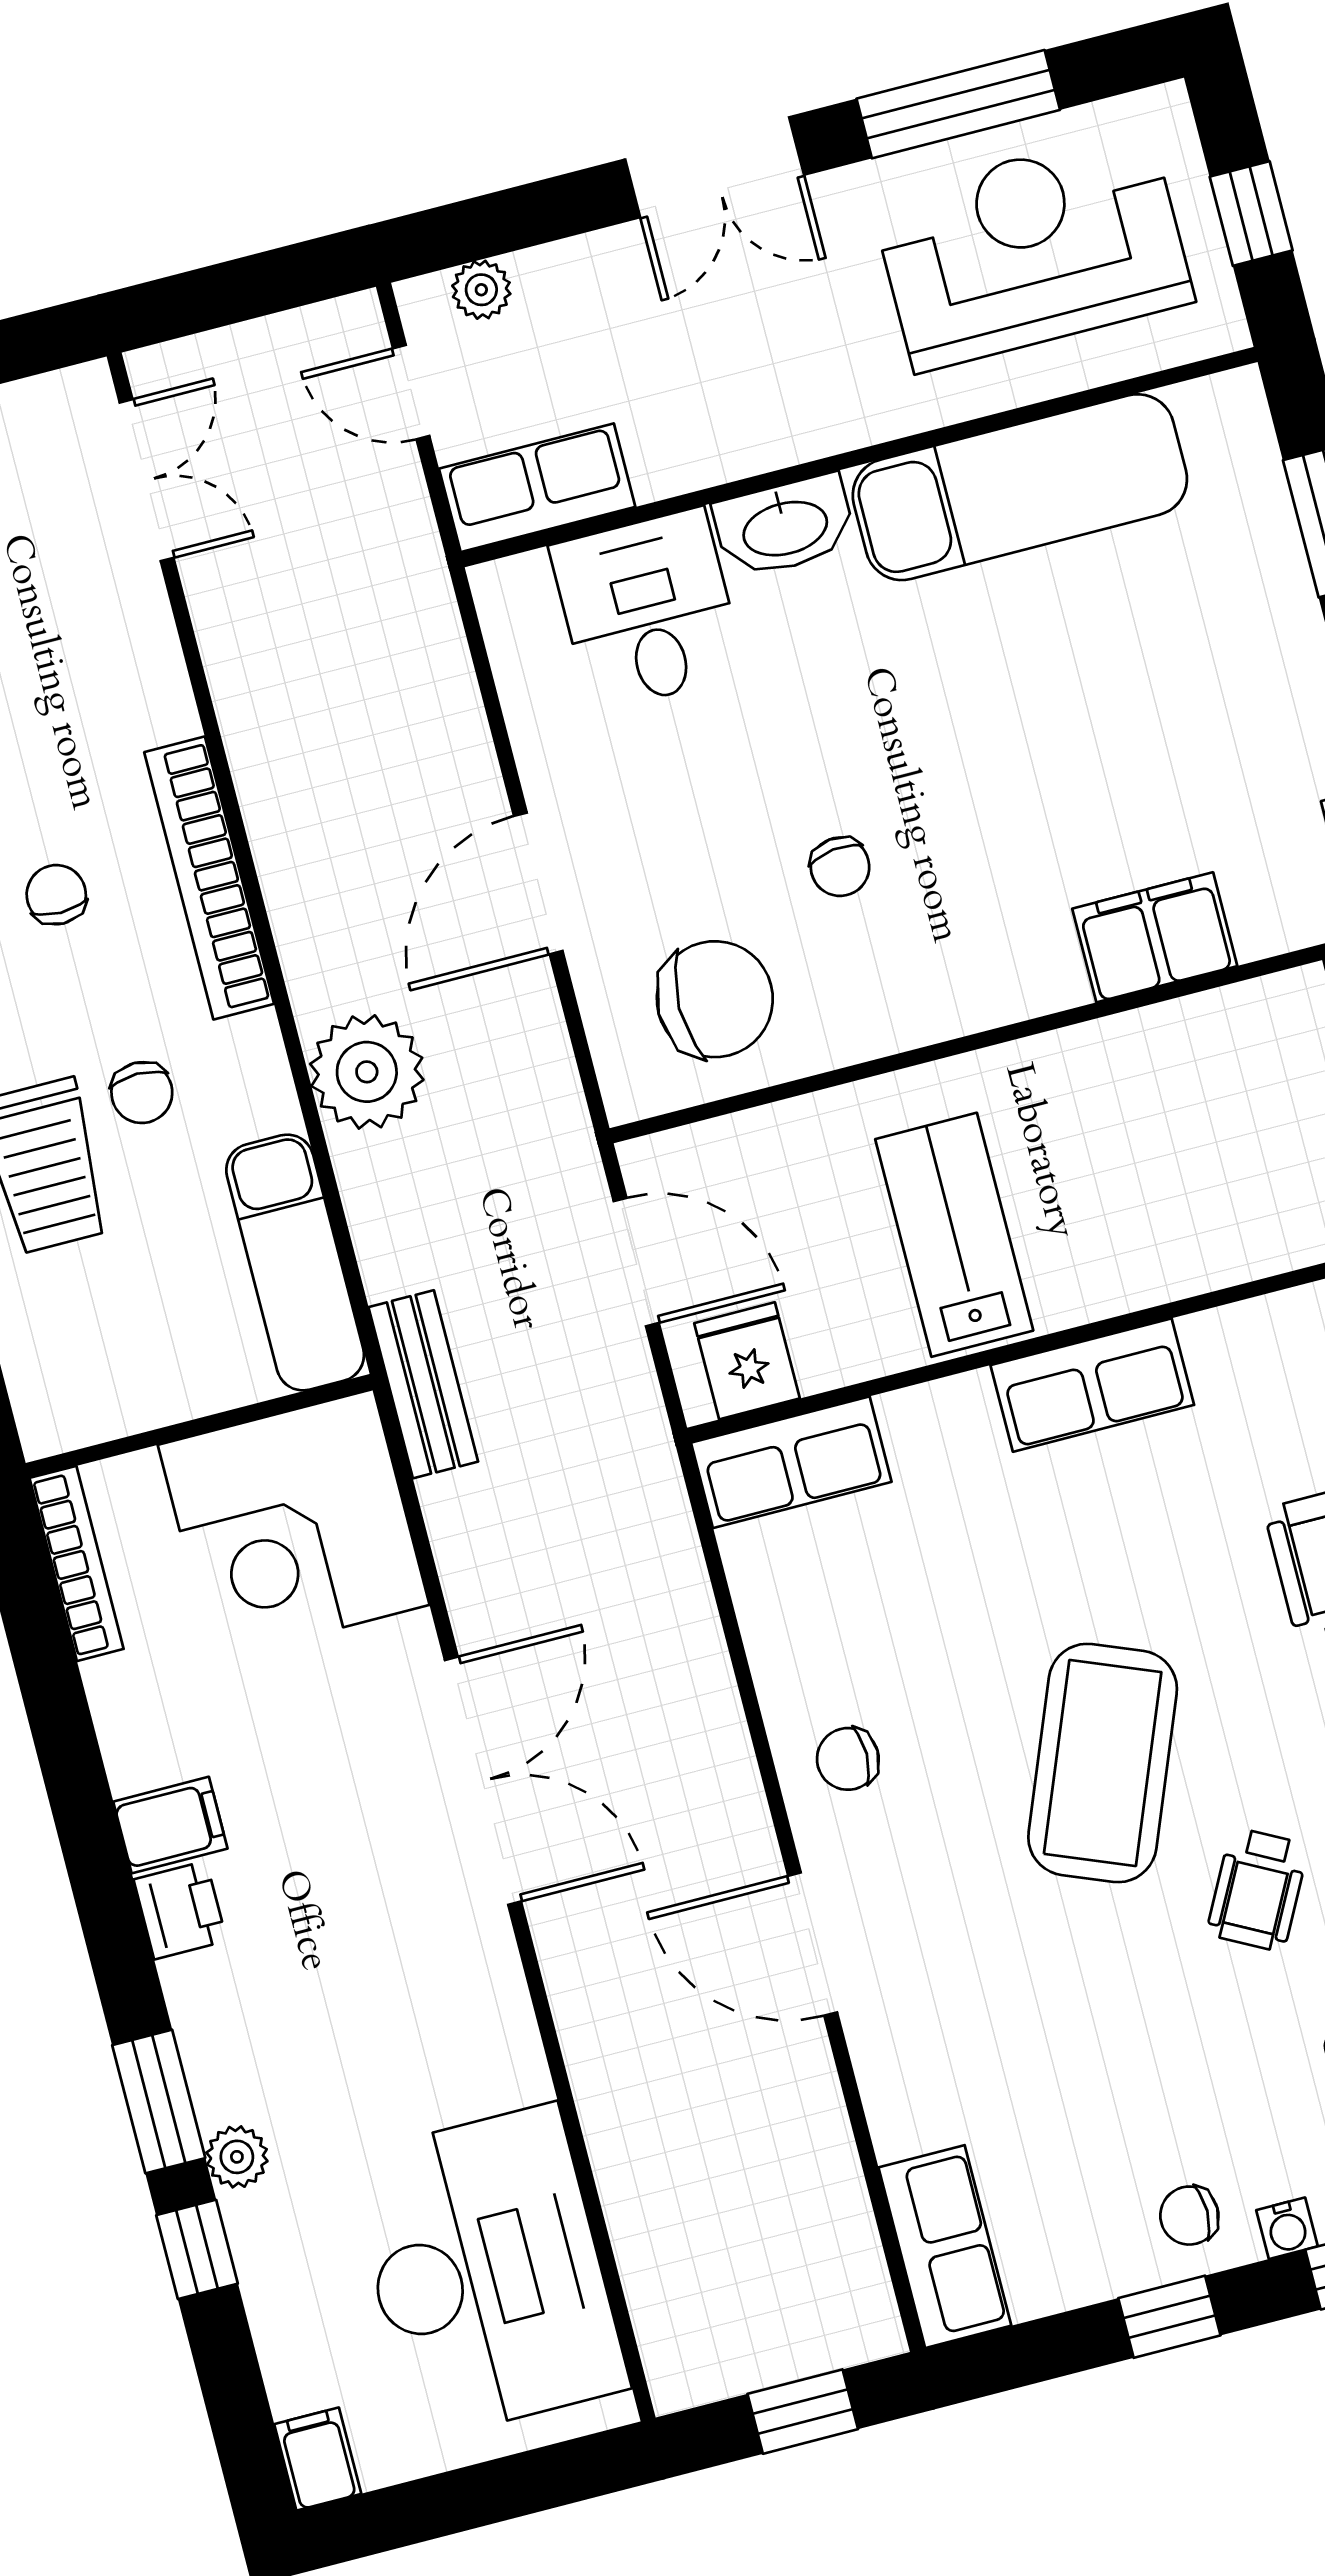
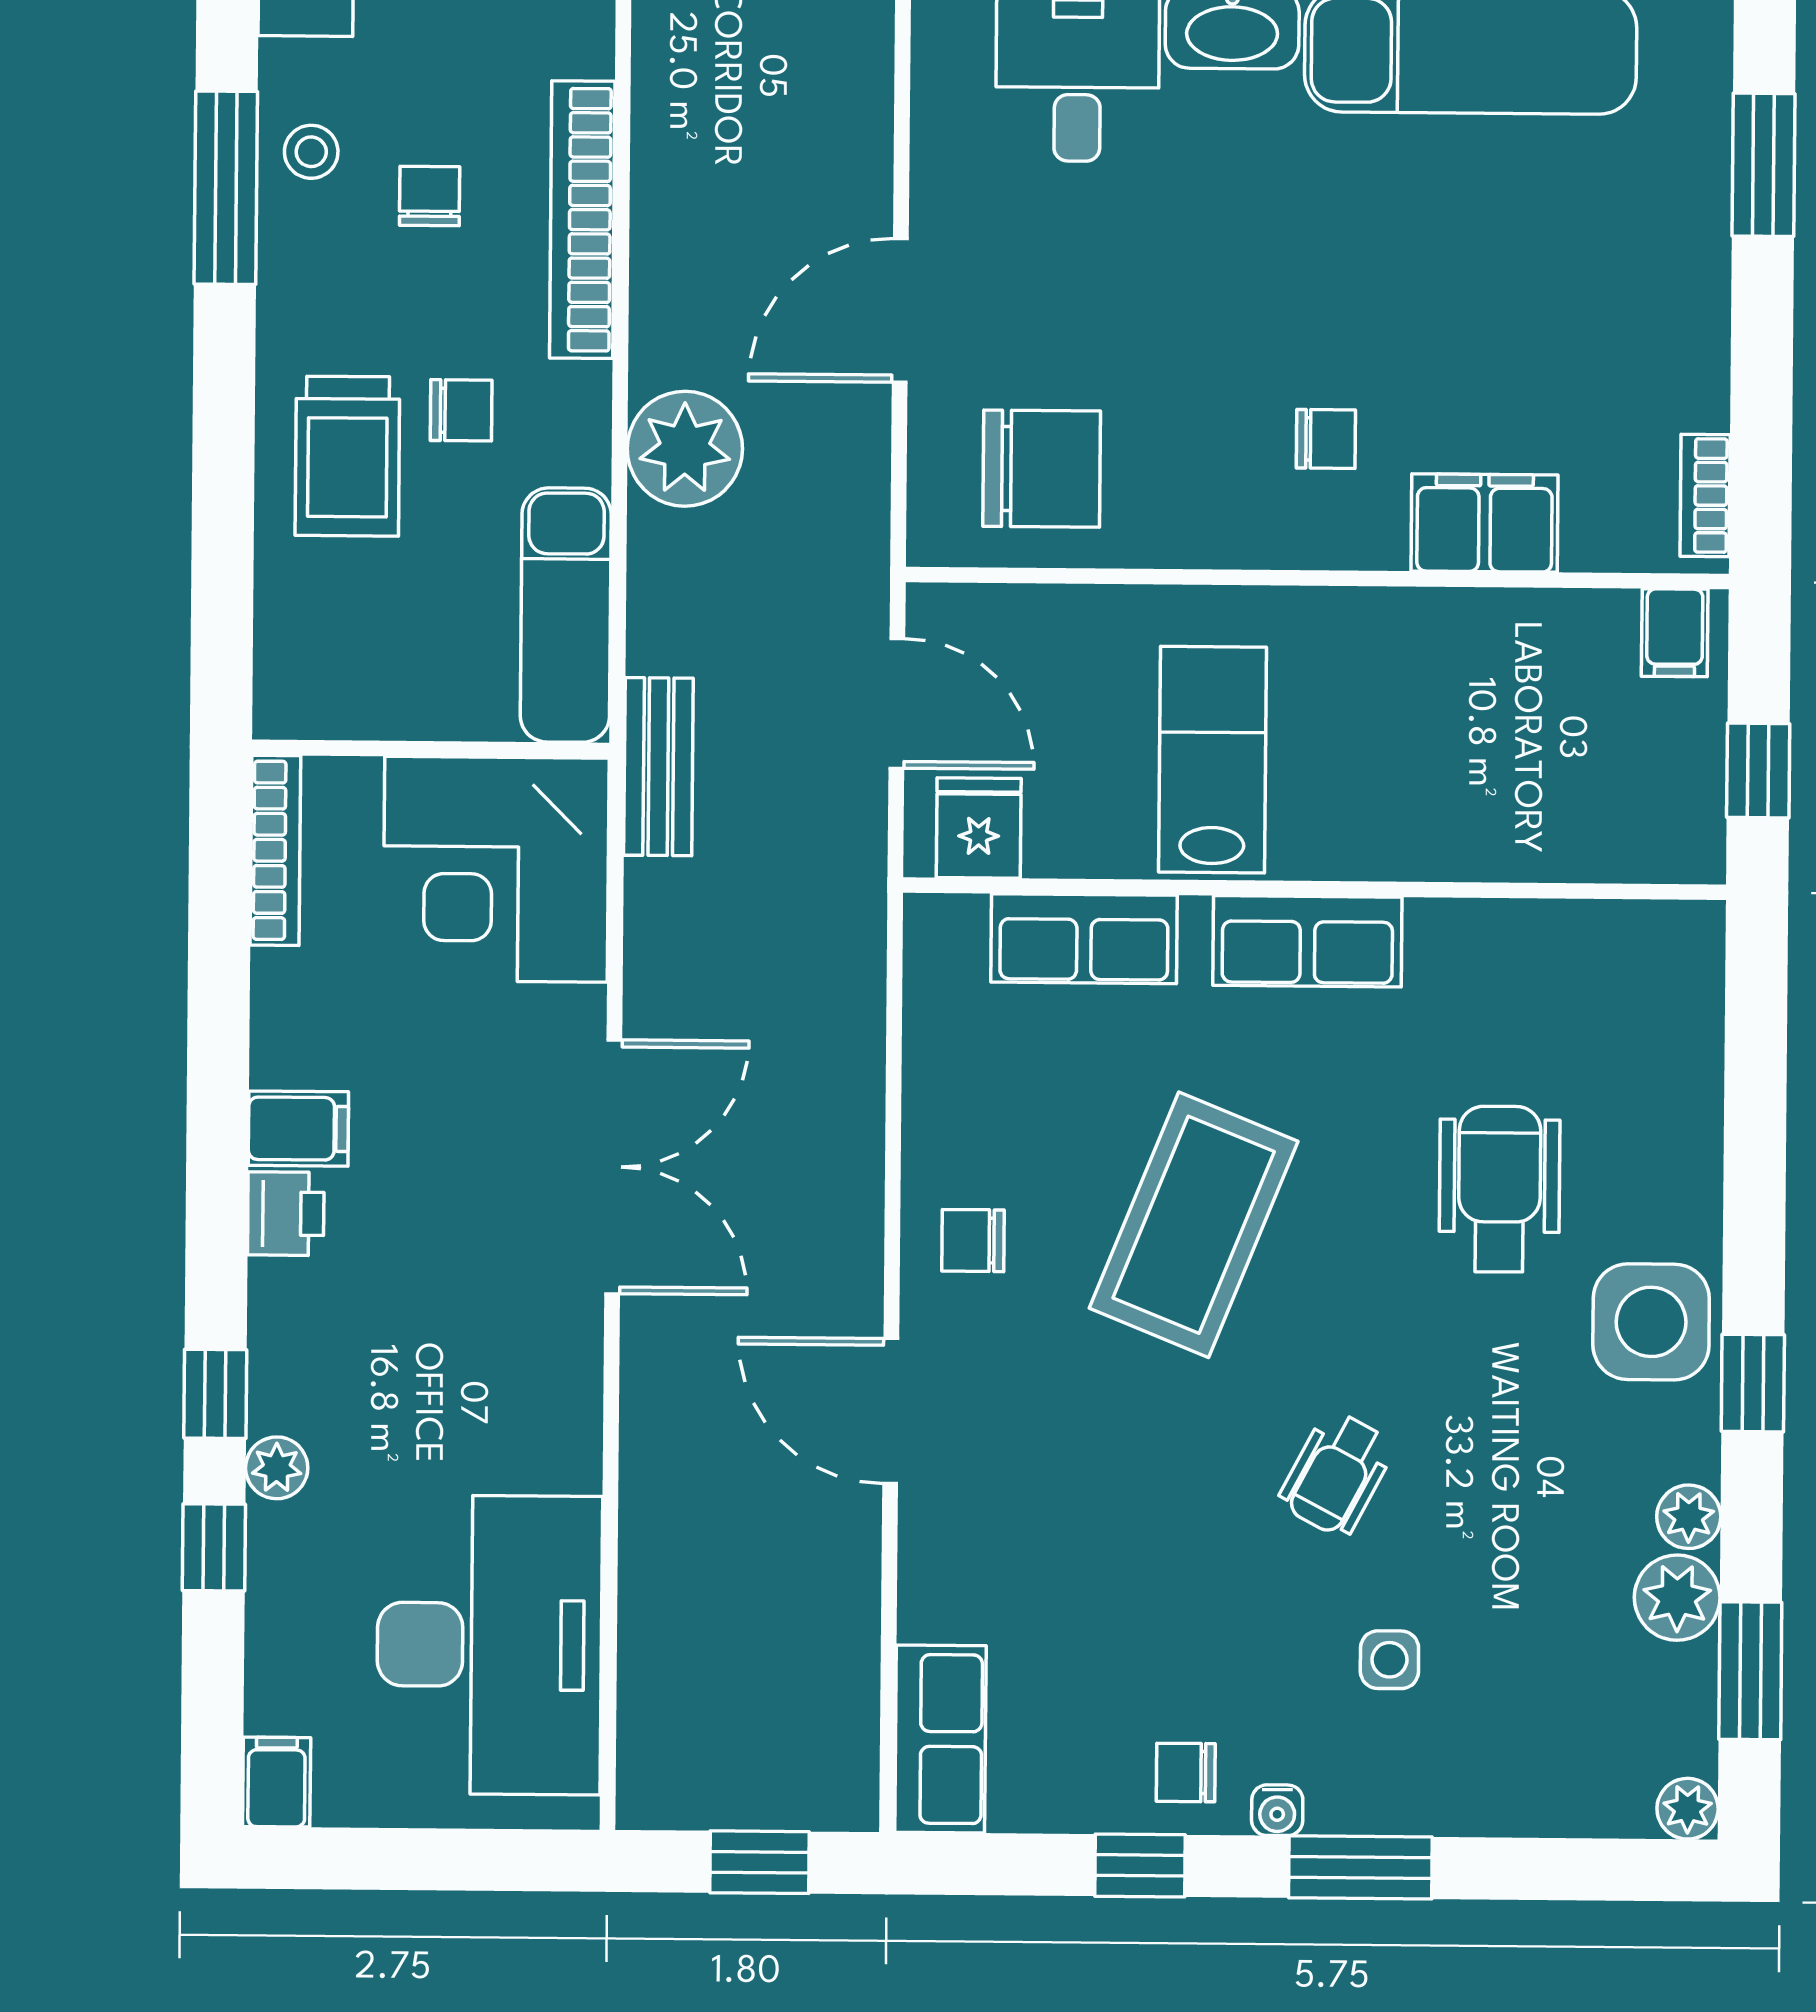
chair: (840, 867) -> (1326, 439), moved, turned -83
chair: (142, 1093) -> (461, 410), turned -90
row of seats: (791, 1462) -> (1084, 939), moved
coffee table: (1103, 1763) -> (1194, 1225), moved
window: (159, 2102) -> (215, 1394), width x0.67

